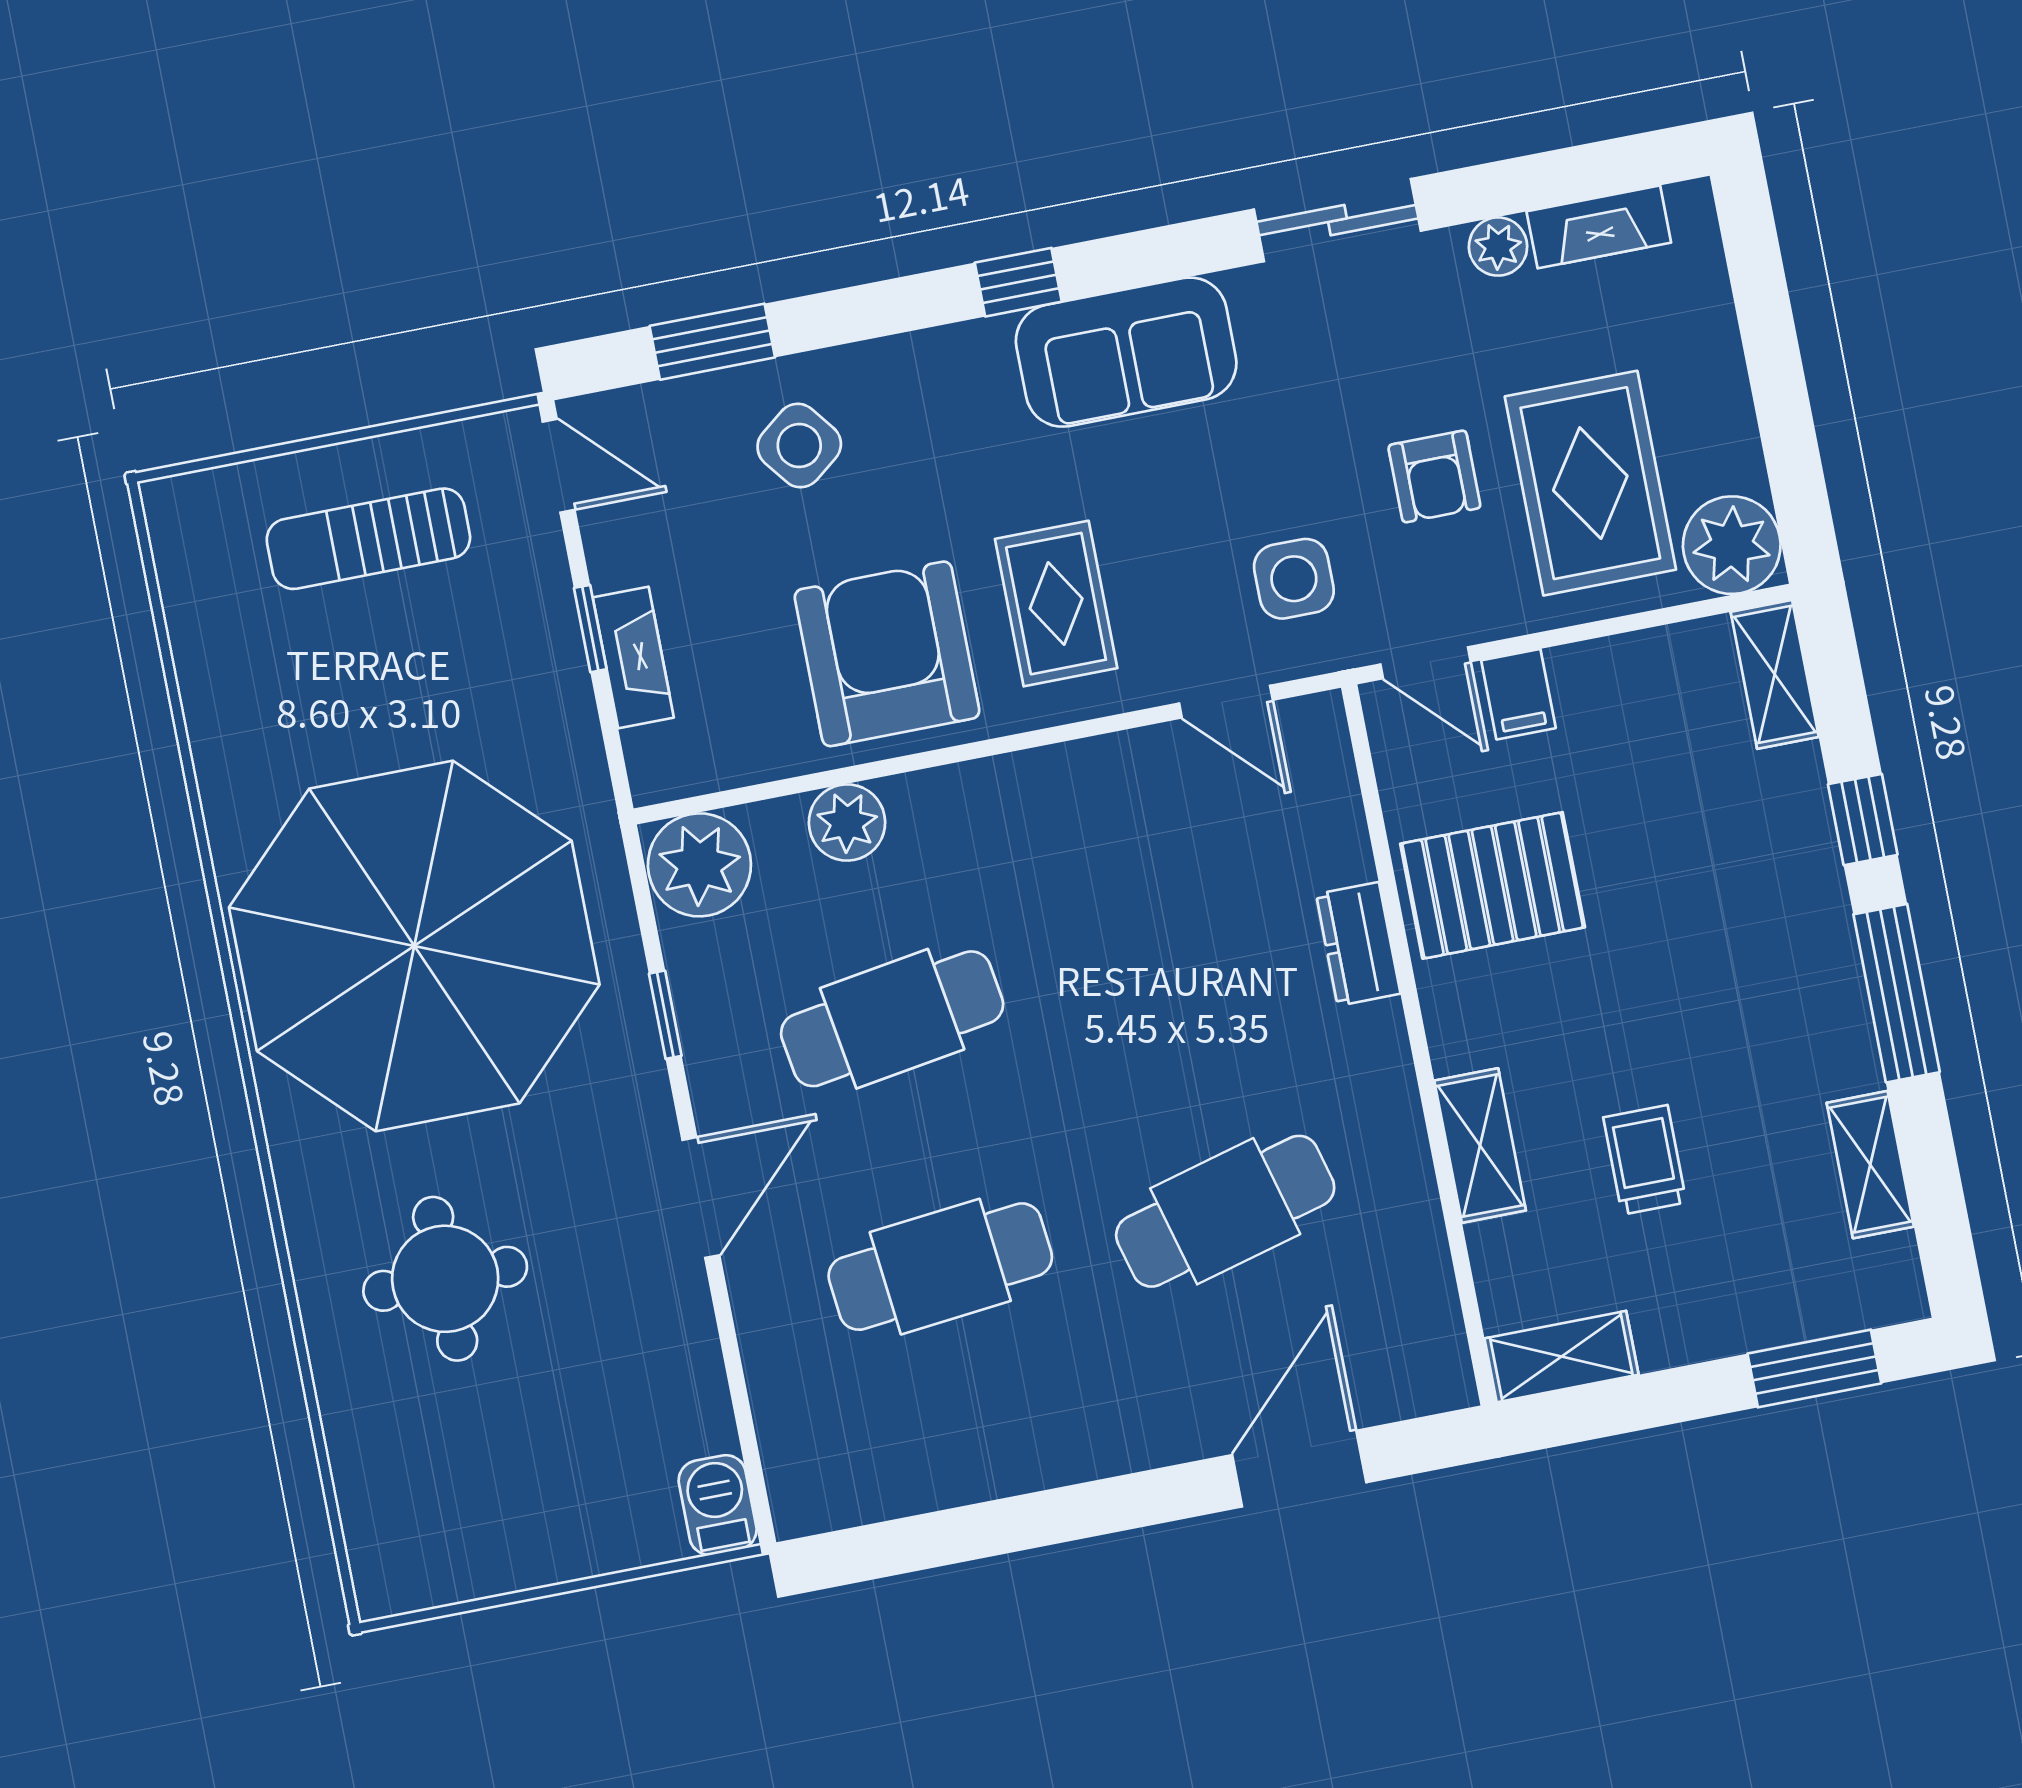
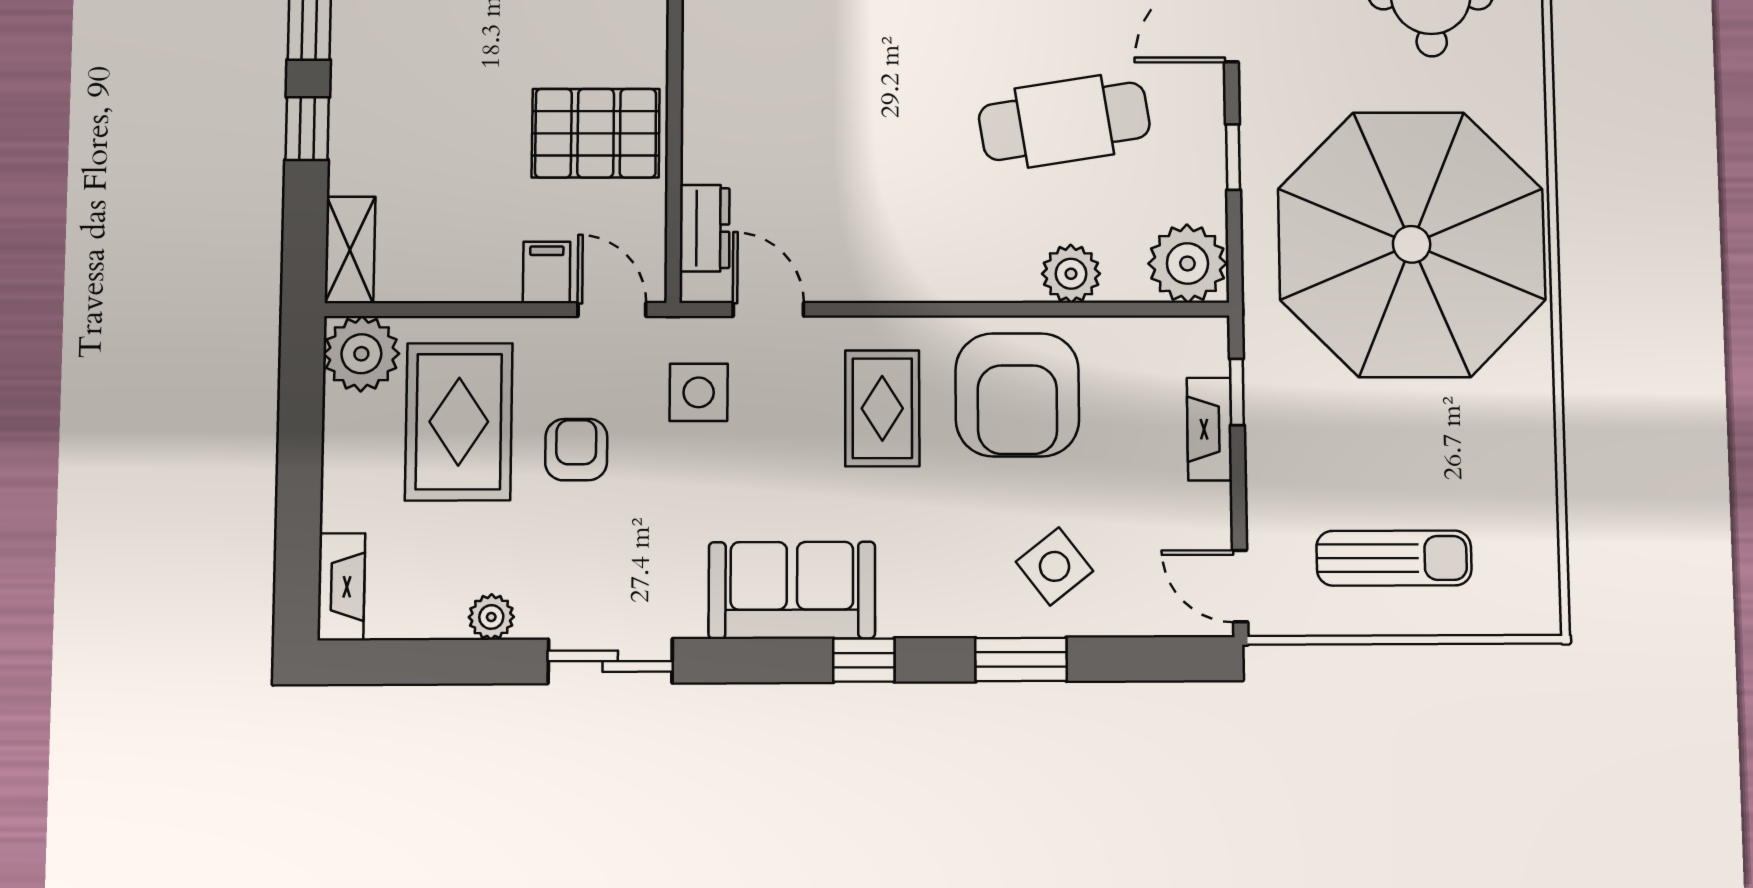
fireplace: (1599, 227) -> (341, 587), moved, turned 90
window: (712, 342) -> (1021, 659), moved
window: (590, 629) -> (1237, 392), moved
dresser: (1358, 944) -> (705, 228), moved

